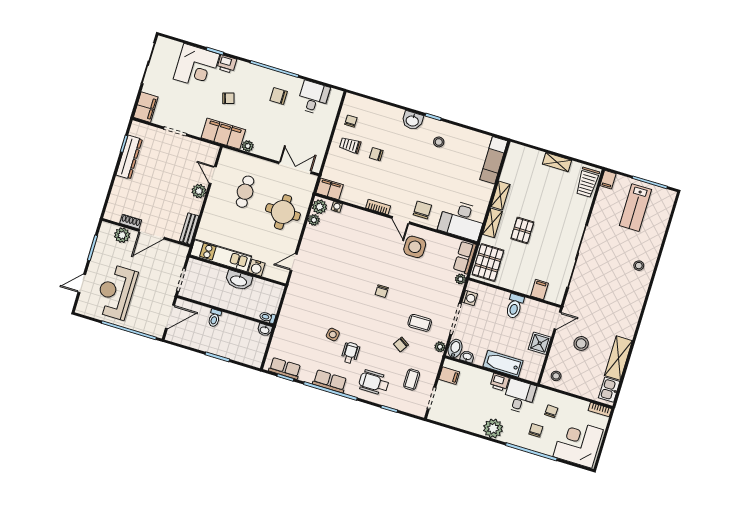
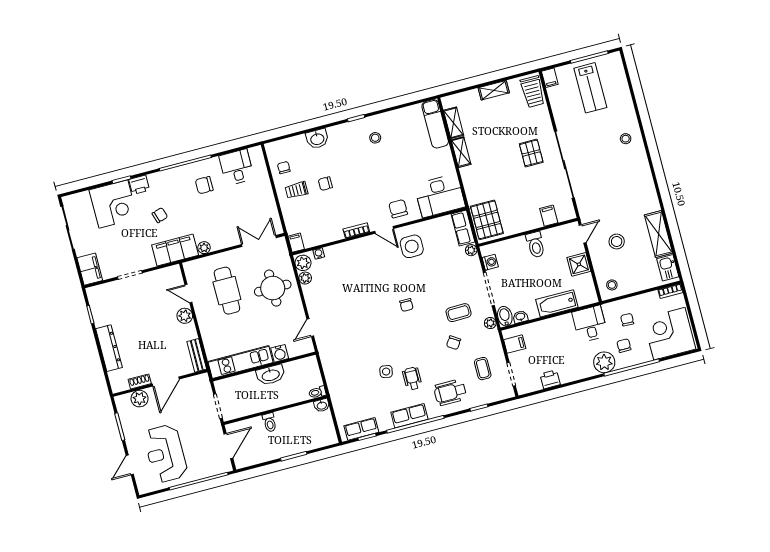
washbasin: (412, 121) -> (317, 139), moved
dresser: (129, 157) -> (109, 348), moved
filing cabinet: (330, 189) -> (296, 243), width x0.50
cafe table: (245, 192) -> (227, 291), width x1.37, depth x1.35
shelving: (492, 223) -> (454, 123), moved
pallet: (522, 230) -> (531, 153), moved
printer: (500, 382) -> (550, 379), moved, turned 180
plant: (493, 428) -> (604, 362), moved

